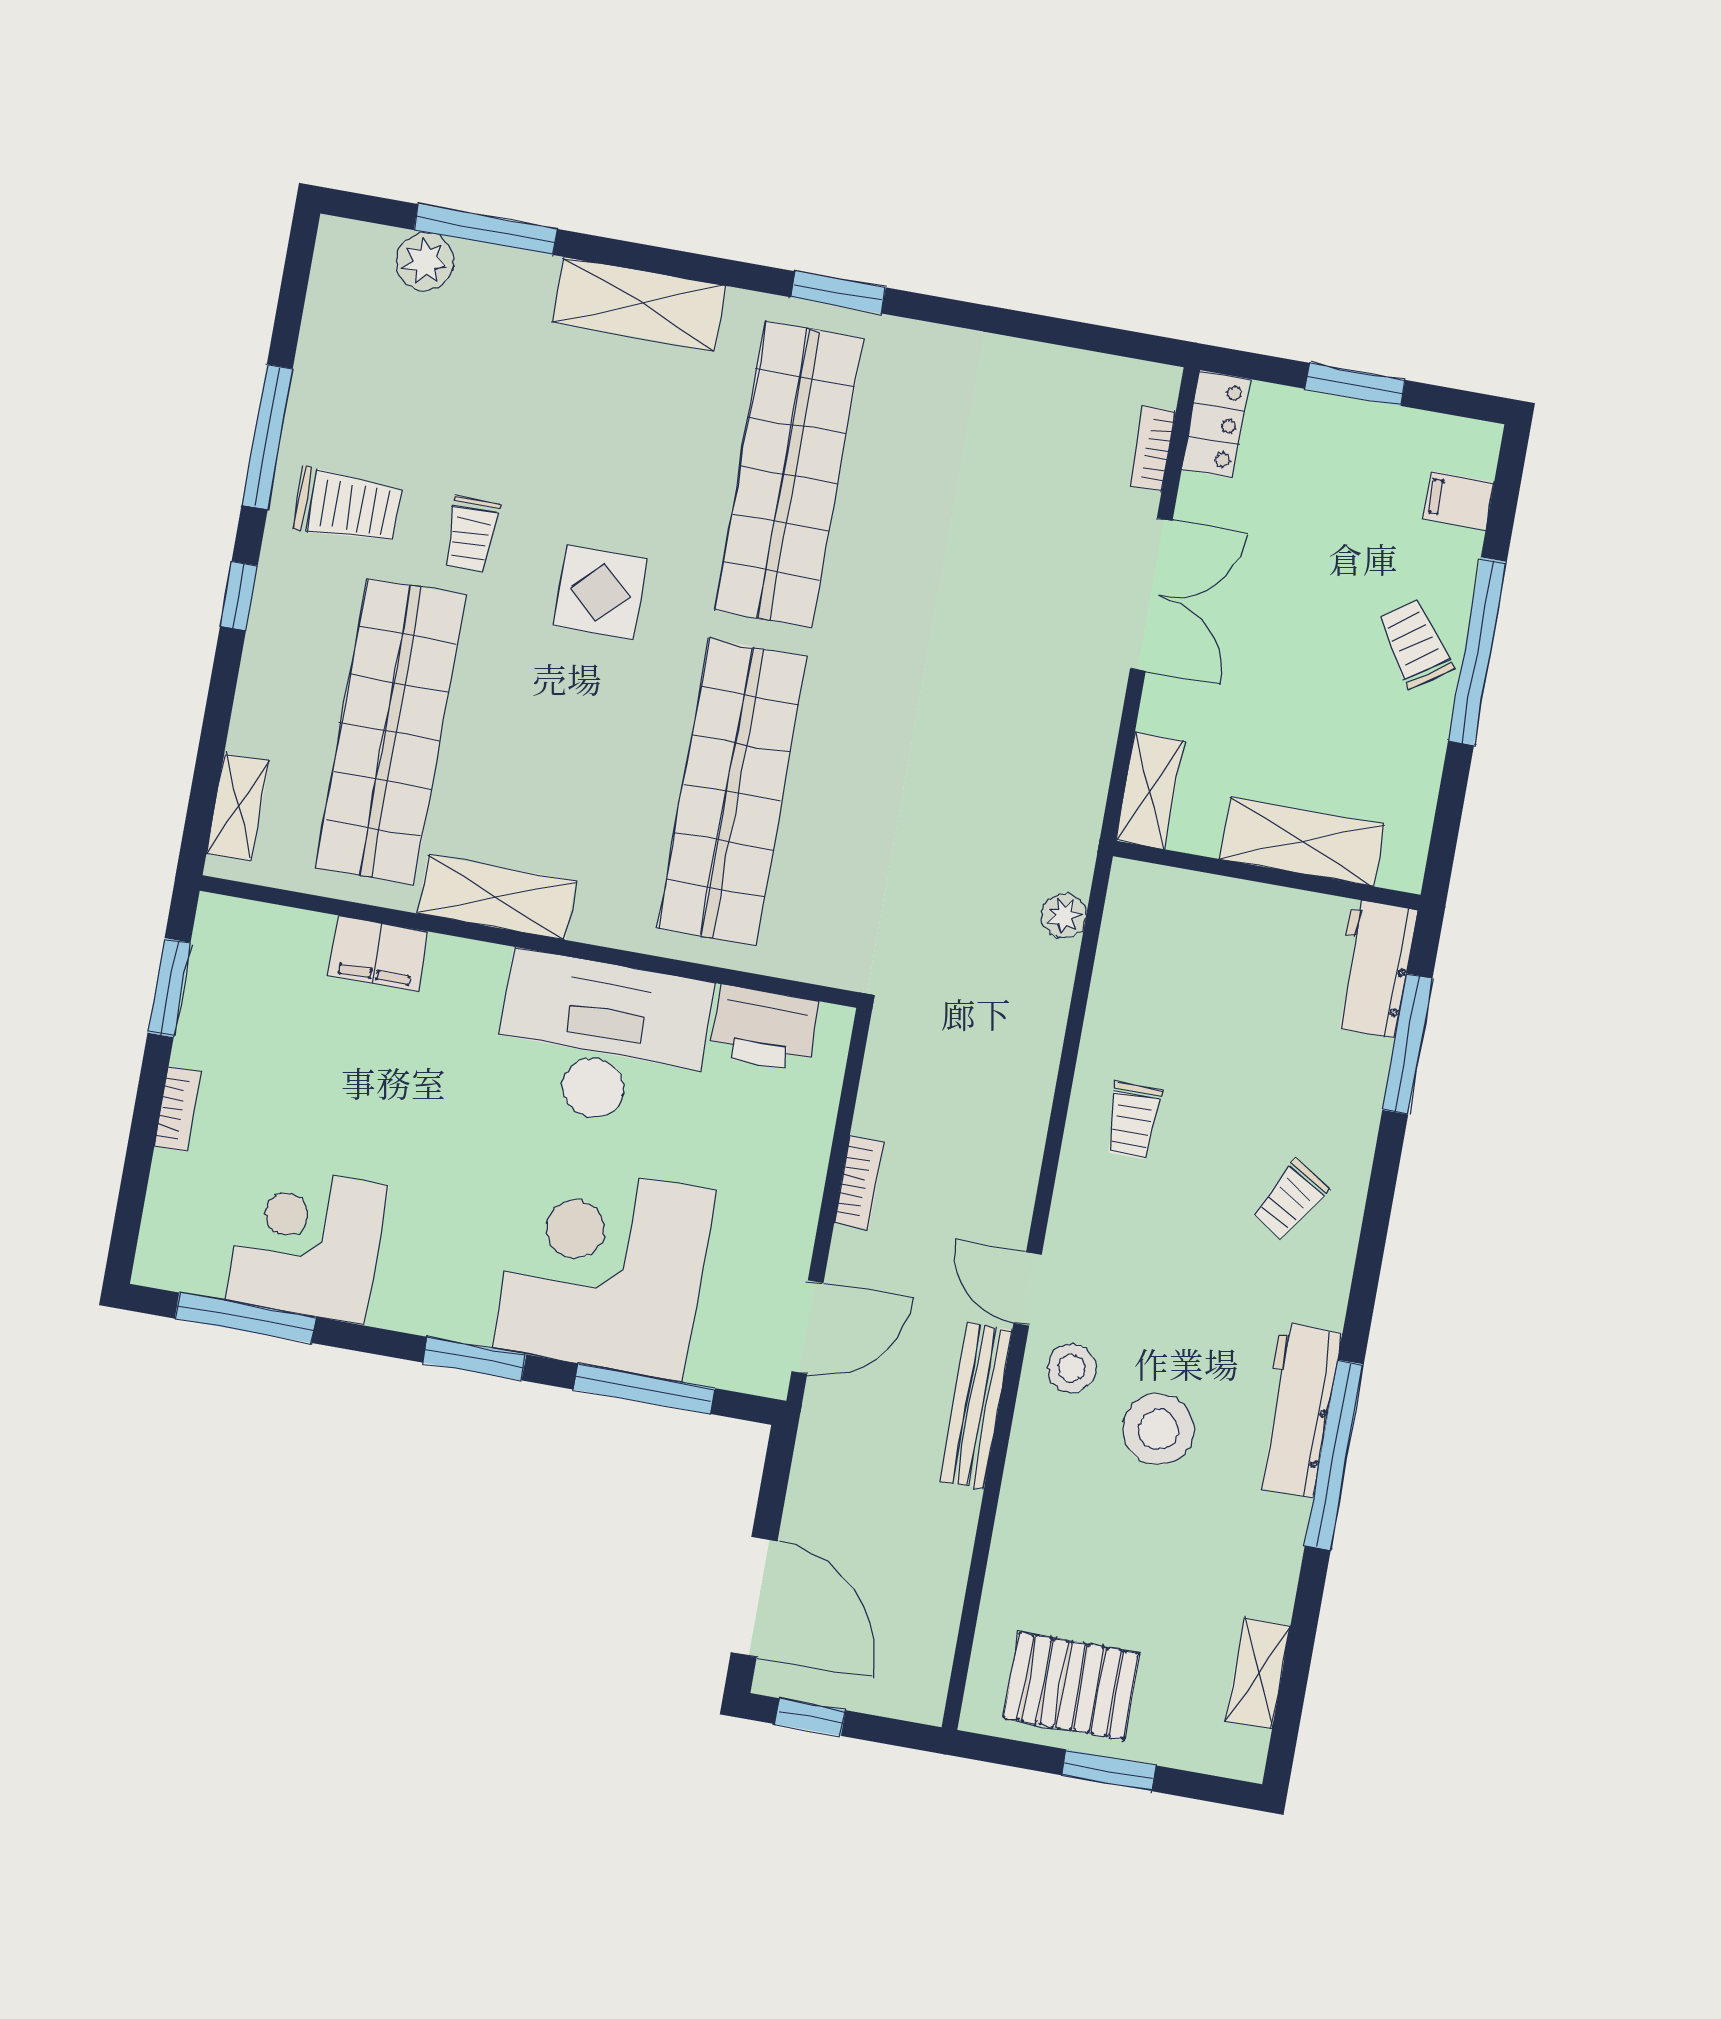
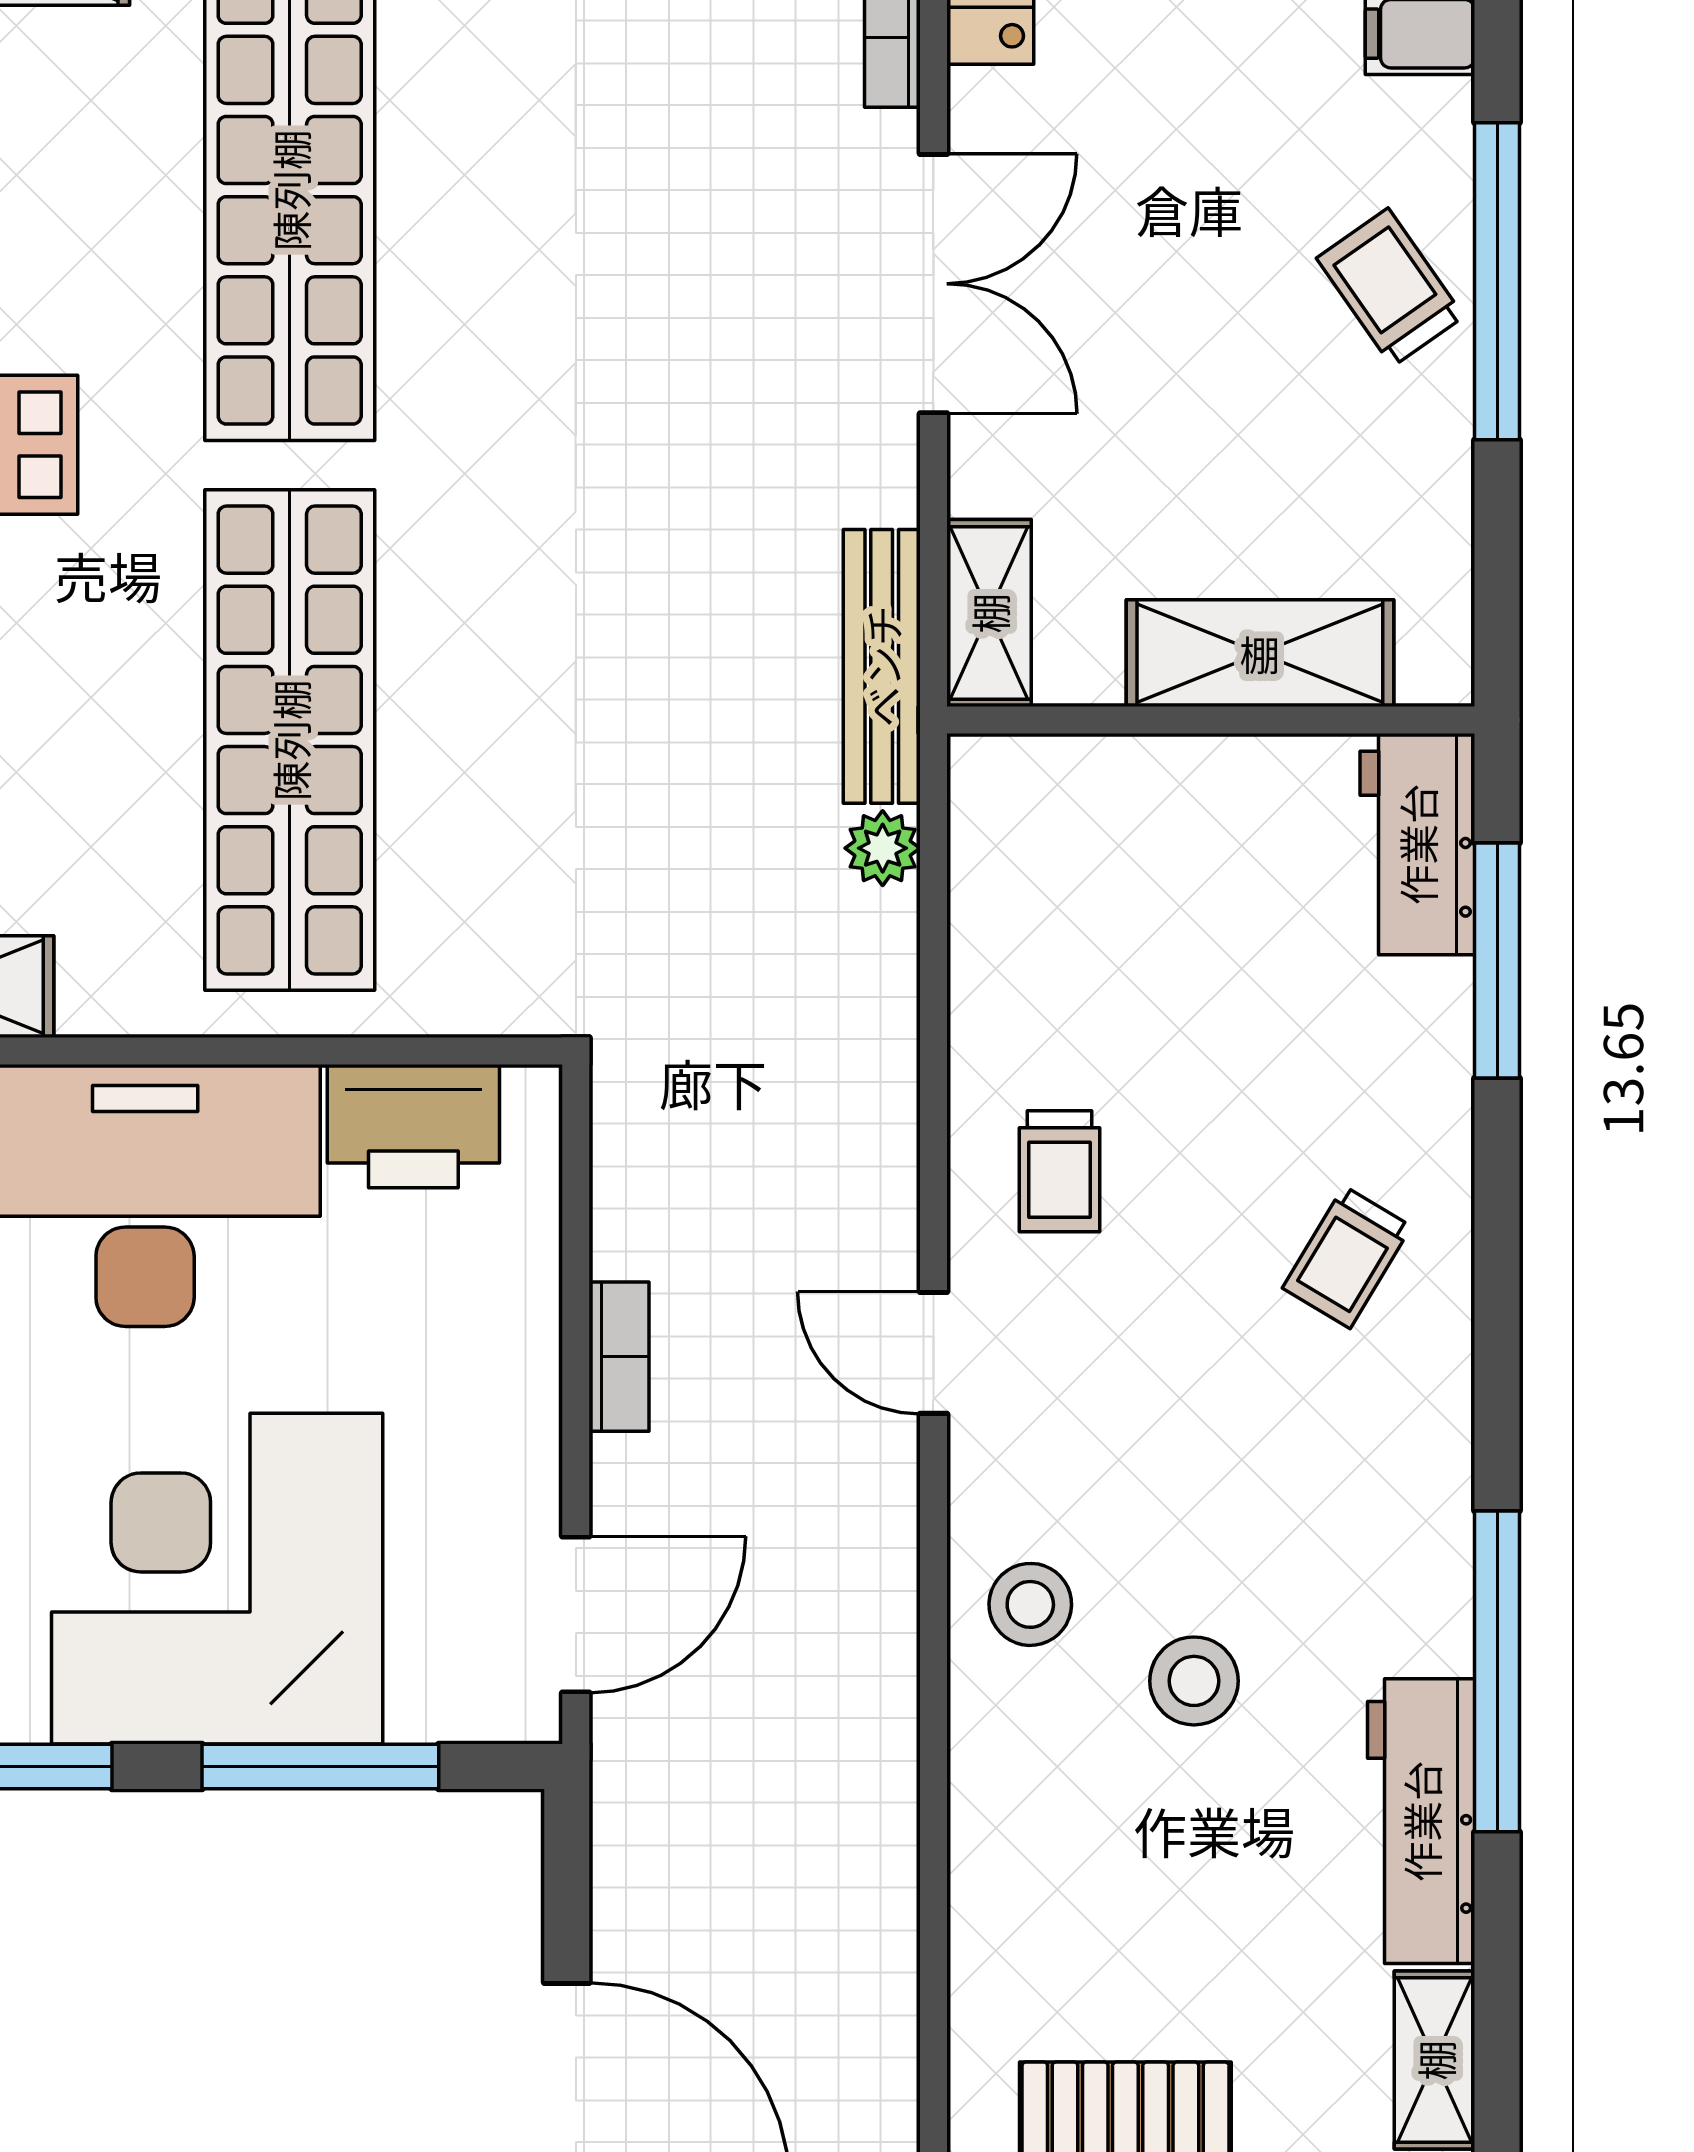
door: (1028, 1289) -> (933, 1353), moved
bench: (976, 1405) -> (882, 666), moved
workbench: (1297, 1409) -> (1421, 1821), moved
stool: (1158, 1429) -> (1194, 1681), width x0.73, depth x0.73

